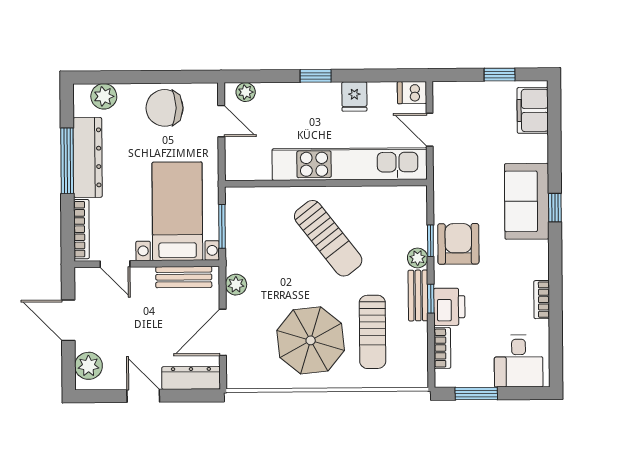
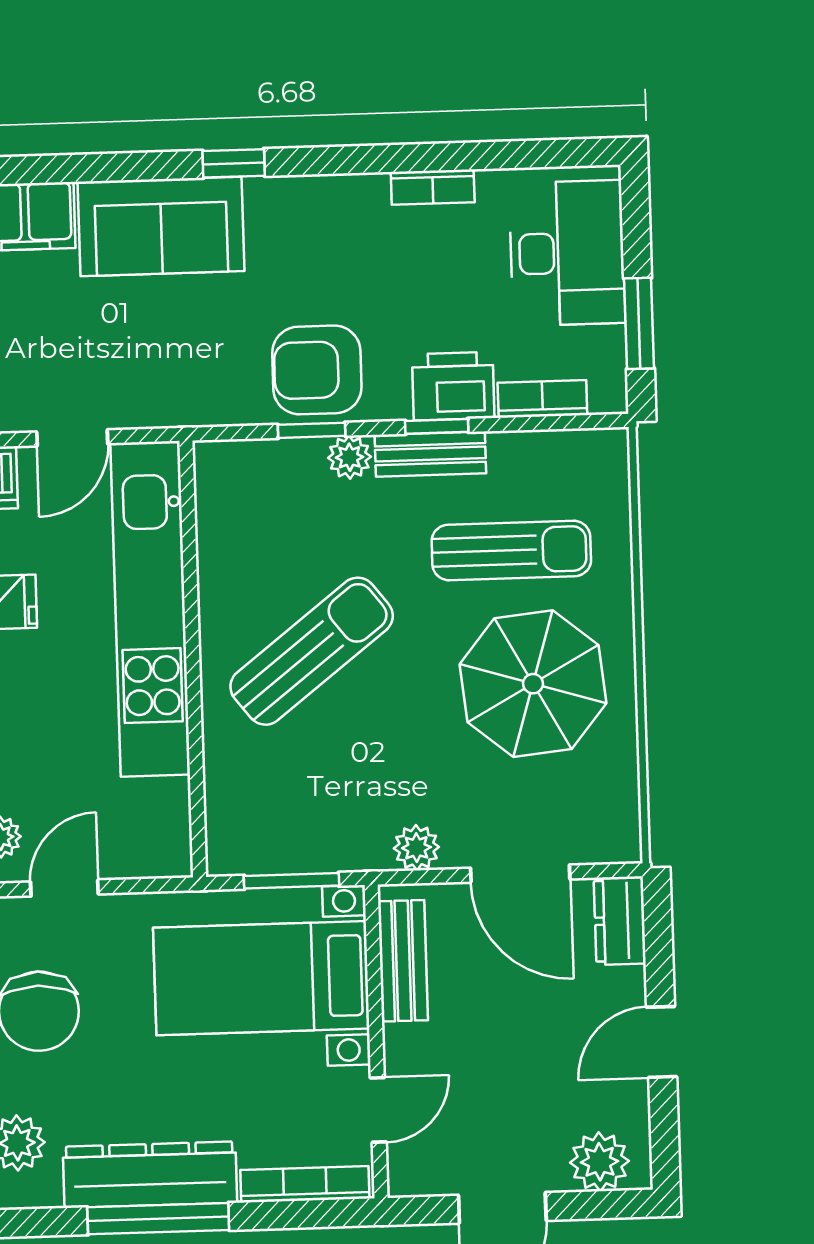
sofa: (527, 201) -> (161, 226), moved
desk: (519, 361) -> (567, 253), width x1.37
dresser: (191, 378) -> (620, 921), width x0.70

